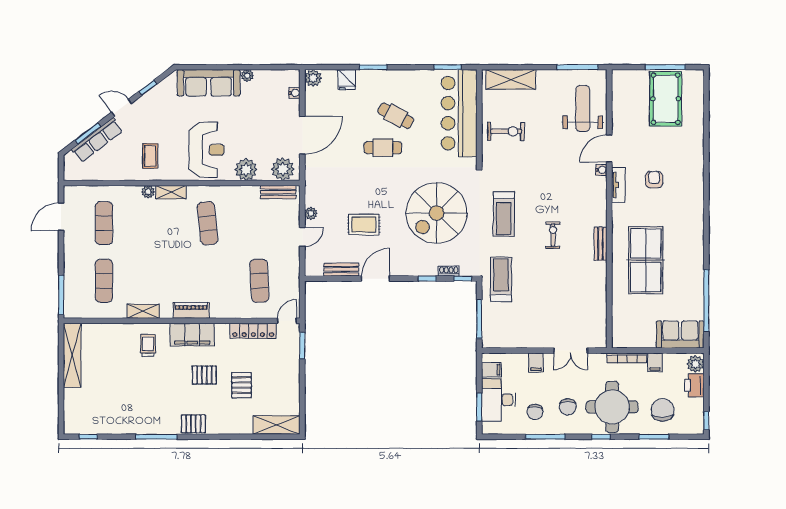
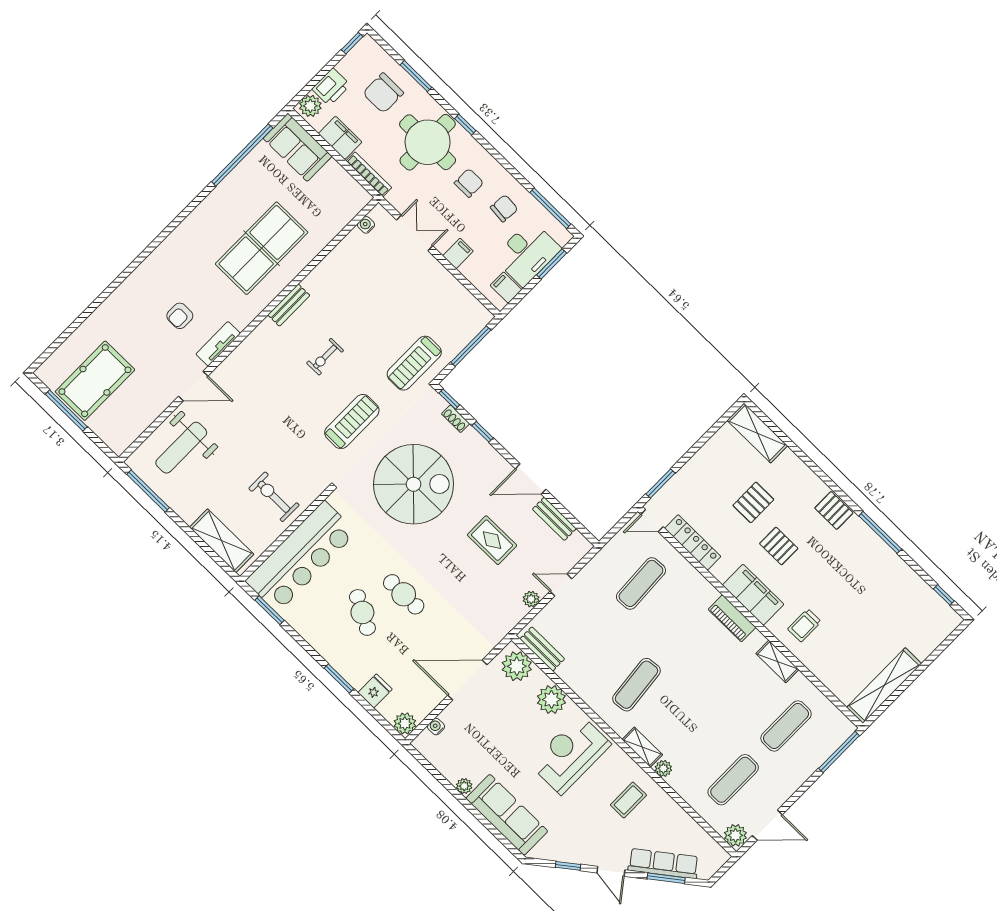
water cooler: (601, 170) -> (366, 225), moved
plant: (73, 194) -> (735, 835), added
filing cabinet: (655, 362) -> (340, 138), width x2.00
window: (545, 437) -> (550, 208), moved

